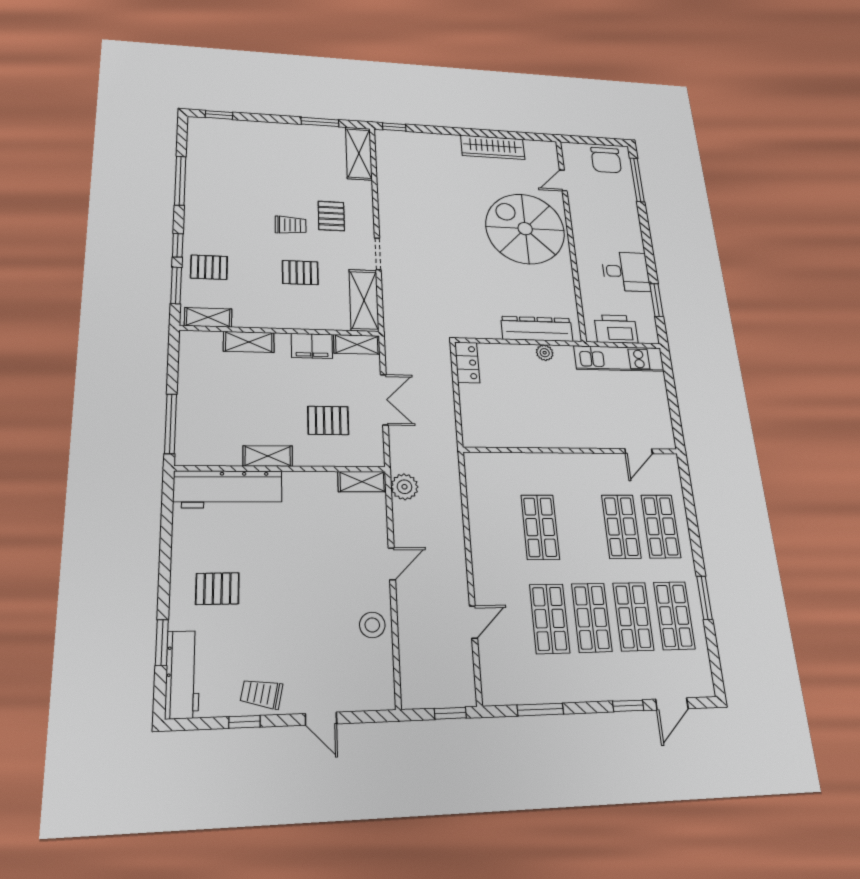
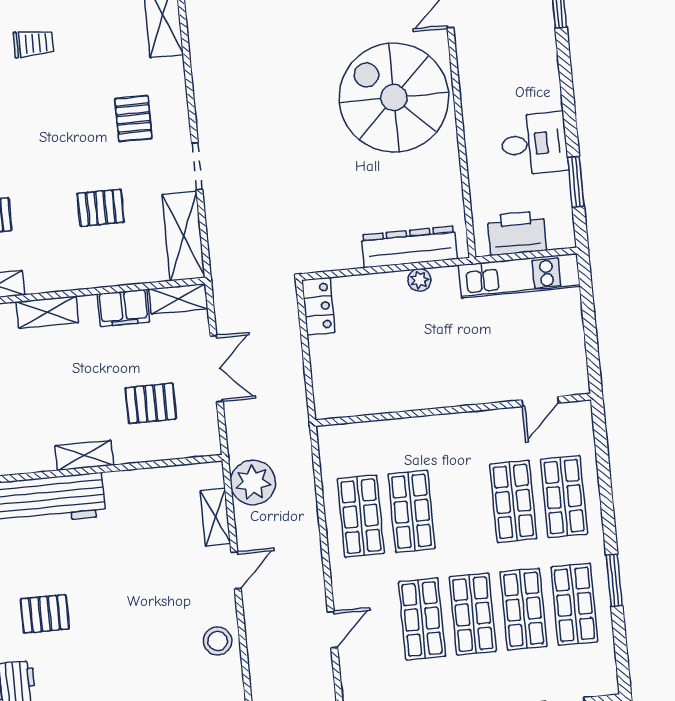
trolley: (291, 225) -> (34, 43), moved
shelving: (362, 482) -> (215, 517), moved, turned 90
plant: (404, 487) -> (253, 482), width x1.36, depth x1.36
shop shelf: (499, 527) -> (361, 516), added

